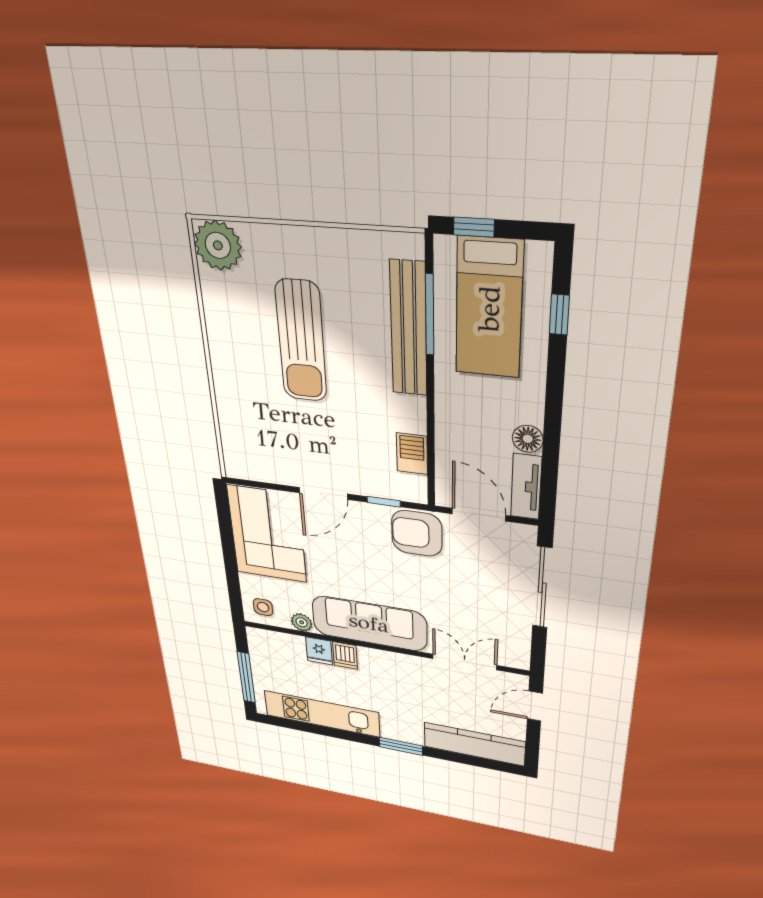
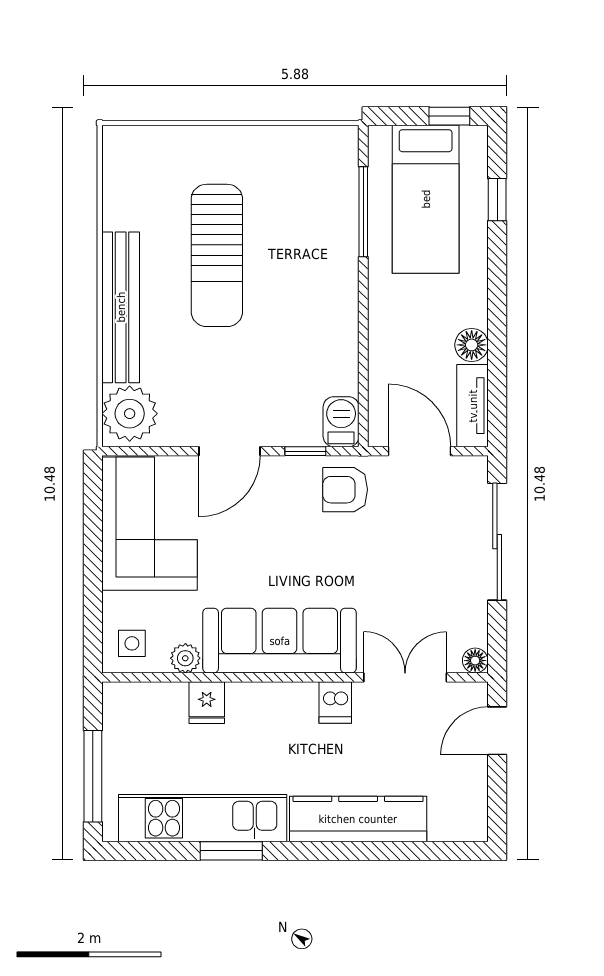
window: (474, 227) -> (449, 116), moved
plant: (218, 245) -> (130, 414), moved
bench: (409, 329) -> (121, 307), moved
barbecue: (412, 454) -> (341, 422), moved
armchair: (417, 533) -> (345, 490), width x0.72, depth x0.72
dishwasher: (345, 655) -> (335, 703), moved
floor lamp: (520, 661) -> (475, 661), added
kitchen counter: (474, 744) -> (358, 819), moved
window: (401, 746) -> (231, 851), moved

